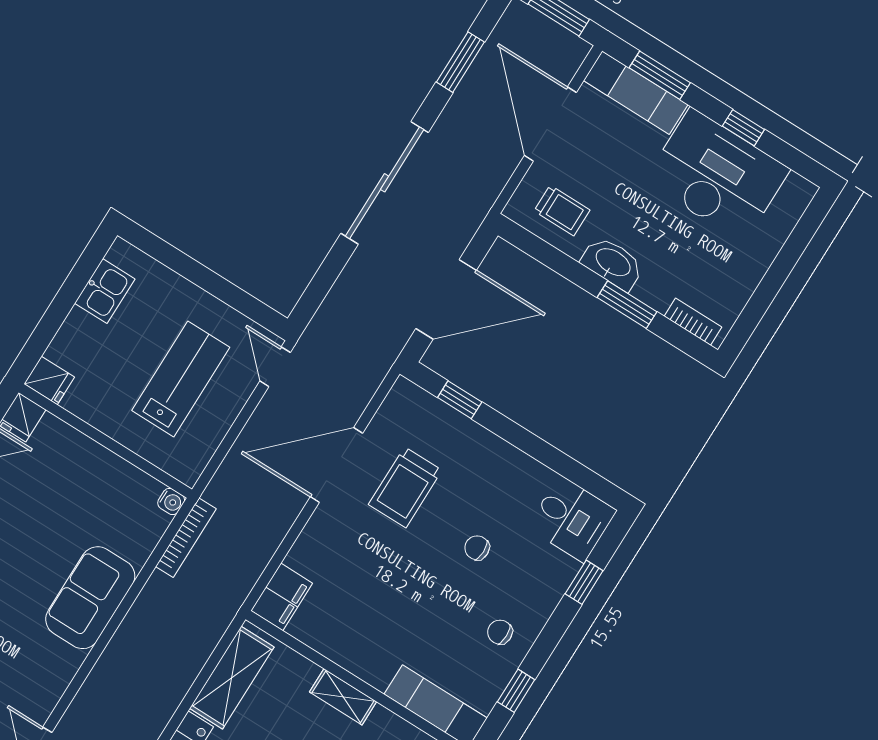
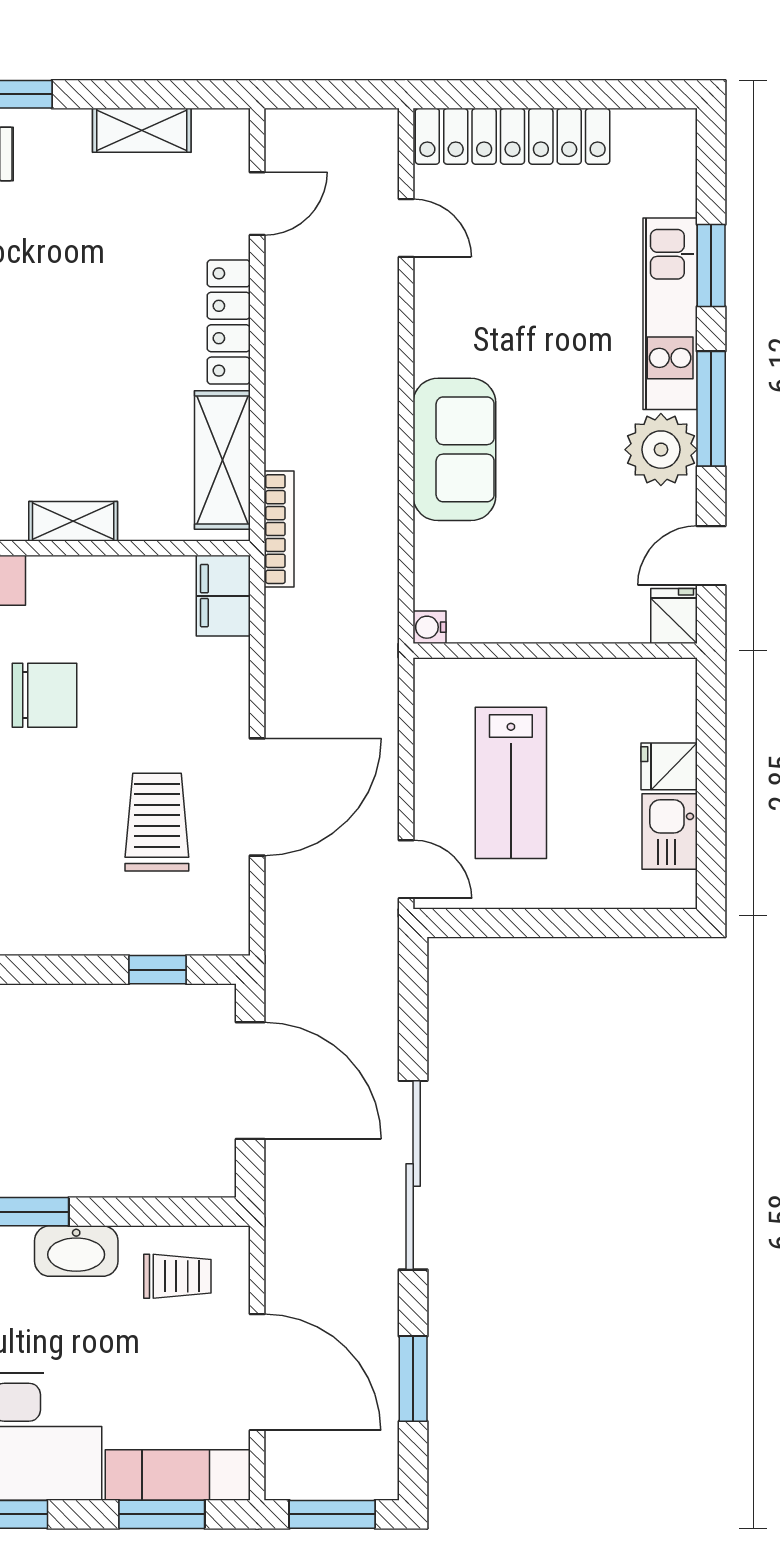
trolley: (562, 210) -> (177, 1276), turned 180
door: (446, 299) -> (250, 1081), swing flipped
fridge: (49, 380) -> (669, 766), moved
bookcase: (186, 538) -> (279, 529), moved, turned 180
chair: (477, 548) -> (45, 695), moved, width x1.87, depth x1.87

